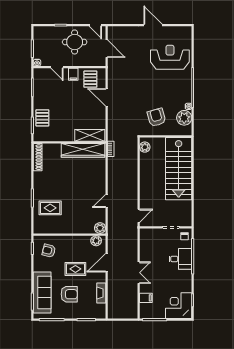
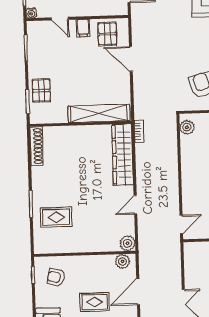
shelving: (90, 135) -> (99, 114), width x1.47
wardrobe: (83, 150) -> (123, 155), moved, turned 90

